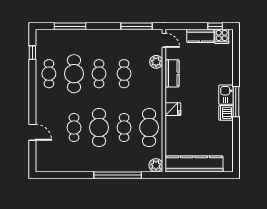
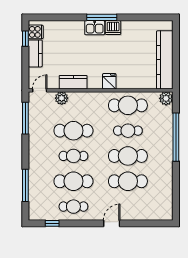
cafe table: (124, 74) -> (73, 131), width x1.37, depth x1.35
cafe table: (74, 128) -> (128, 181), width x1.37, depth x1.35
door: (32, 132) -> (112, 223), moved

